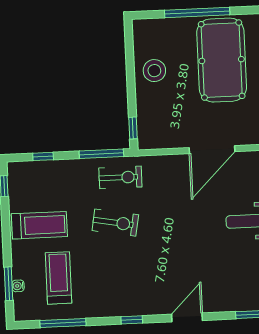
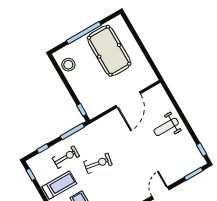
stool: (154, 71) -> (68, 65), moved
exercise bike: (120, 177) -> (66, 157), moved

